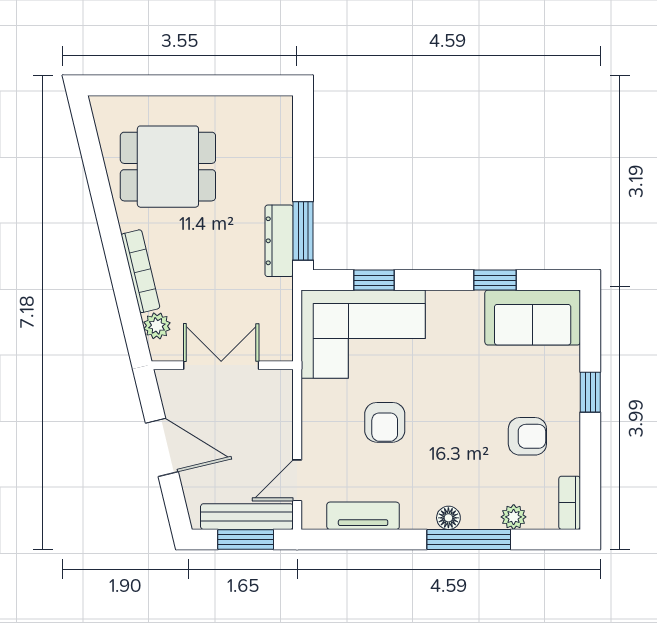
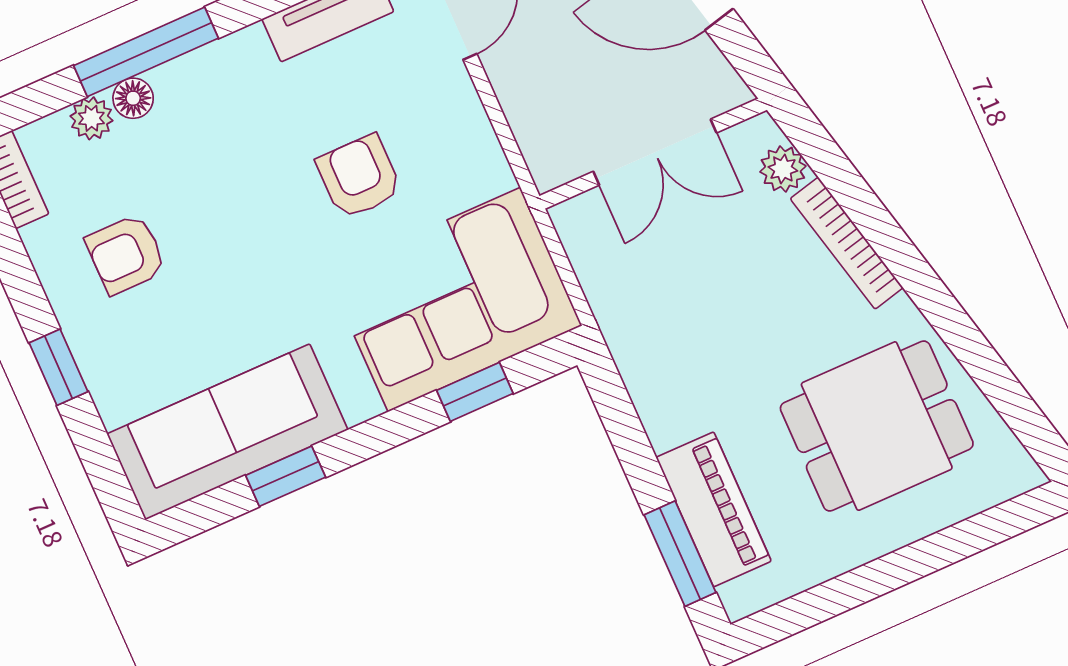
piano: (275, 161) -> (714, 509), added
window: (303, 231) -> (680, 554), moved
dresser: (279, 241) -> (651, 387), removed
sofa: (533, 318) -> (227, 432), width x1.36
floor lamp: (448, 518) -> (133, 98), moved

